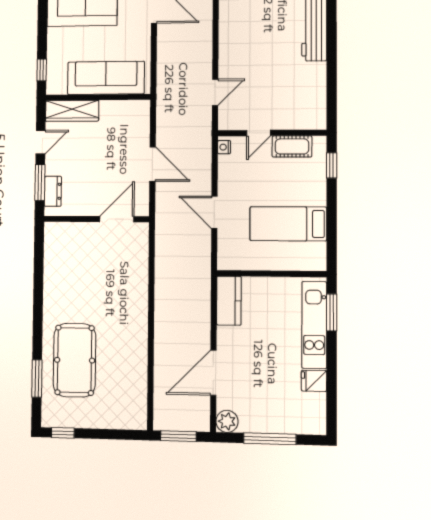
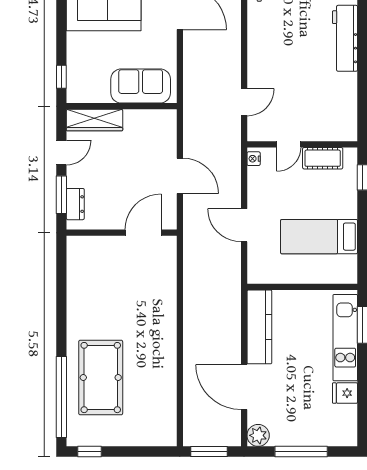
sofa: (106, 78) -> (141, 86), width x0.73
kitchen counter: (229, 301) -> (259, 327), width x1.50
door: (213, 373) -> (244, 387), hinge flipped
window: (37, 378) -> (61, 397), width x2.11

